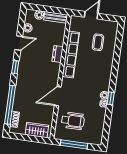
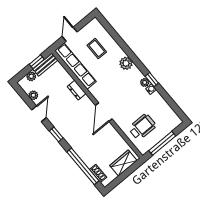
window: (52, 10) -> (37, 62), added
row of seats: (71, 54) -> (75, 66), moved
plant: (106, 71) -> (126, 63), added
door: (58, 96) -> (104, 112), moved

